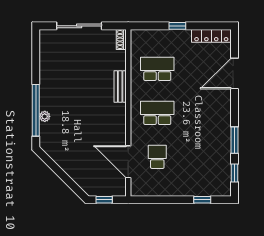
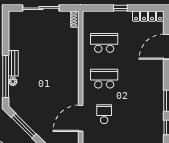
bench: (120, 86) -> (13, 63), moved
door: (128, 162) -> (81, 118), hinge flipped
window: (58, 171) -> (24, 126), added

